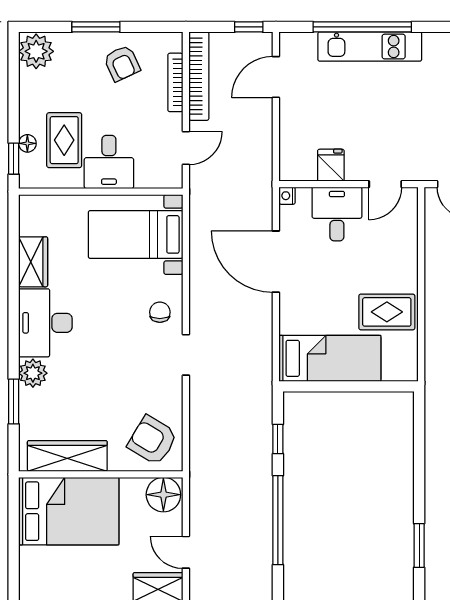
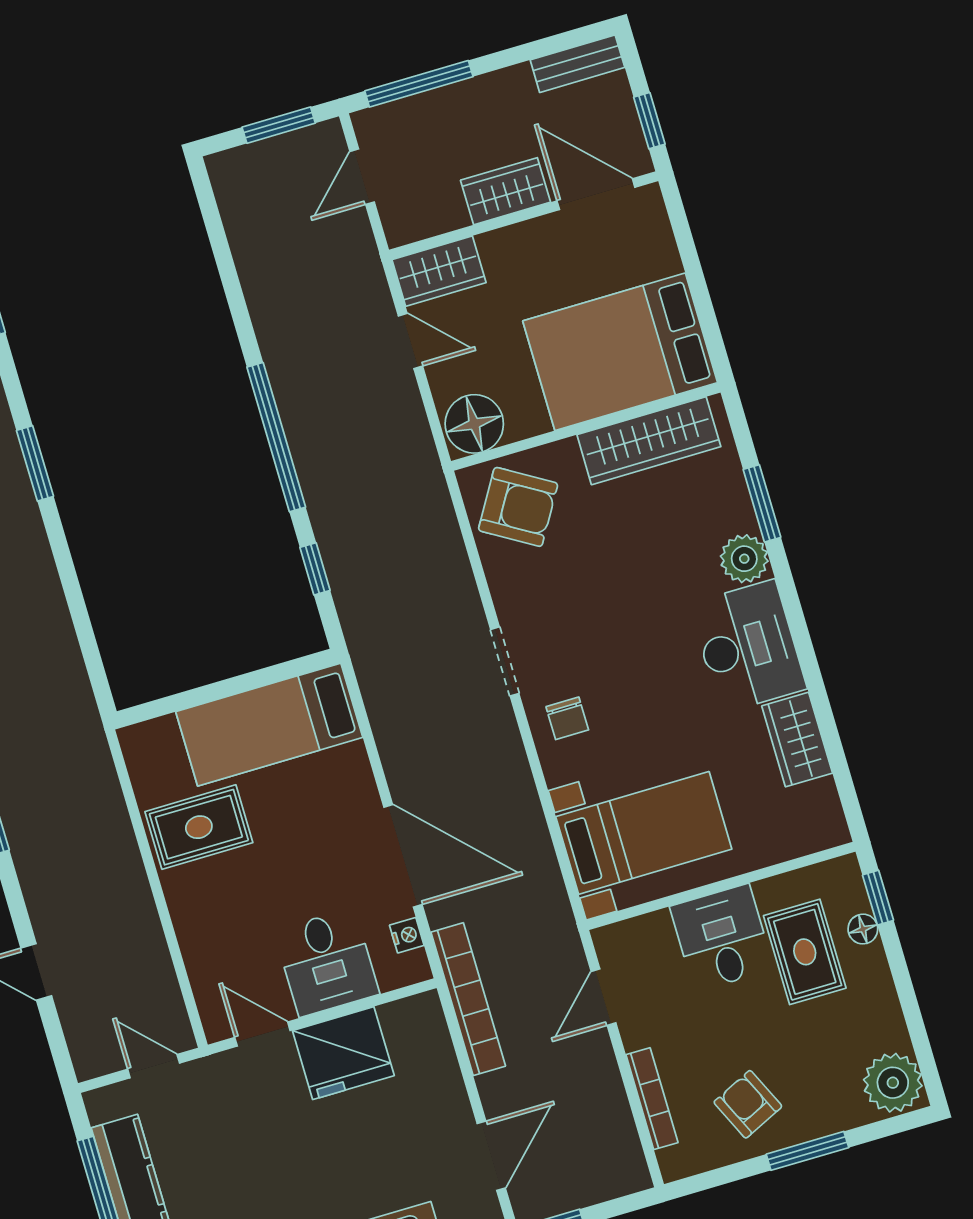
bookcase: (199, 76) -> (468, 999), moved, turned 180
fridge: (331, 165) -> (343, 1053), width x1.88, depth x1.34
door: (385, 184) -> (262, 1034), hinge flipped
nightstand: (287, 196) -> (407, 935), moved

